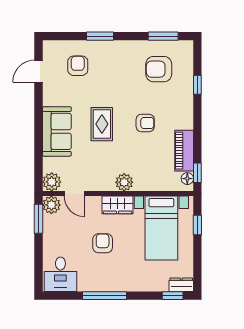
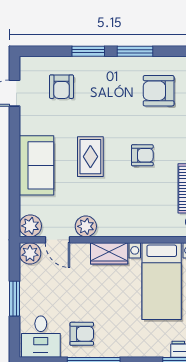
window: (163, 36) -> (135, 51), moved
armchair: (78, 66) -> (62, 87), turned 180
plant: (124, 182) -> (86, 226), moved
window: (38, 219) -> (14, 299), moved
armchair: (103, 243) -> (82, 334), moved, turned 90

